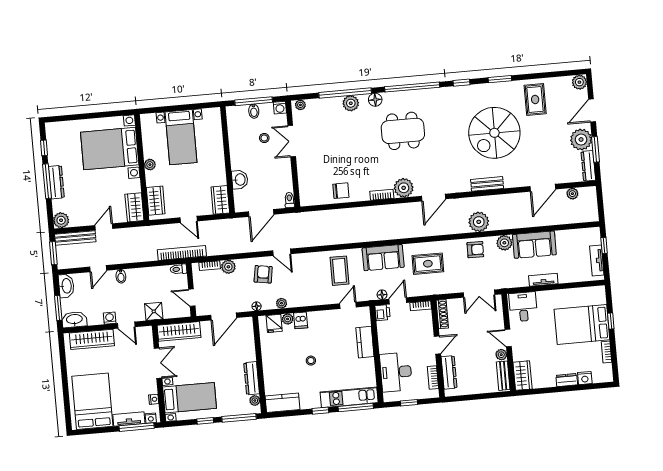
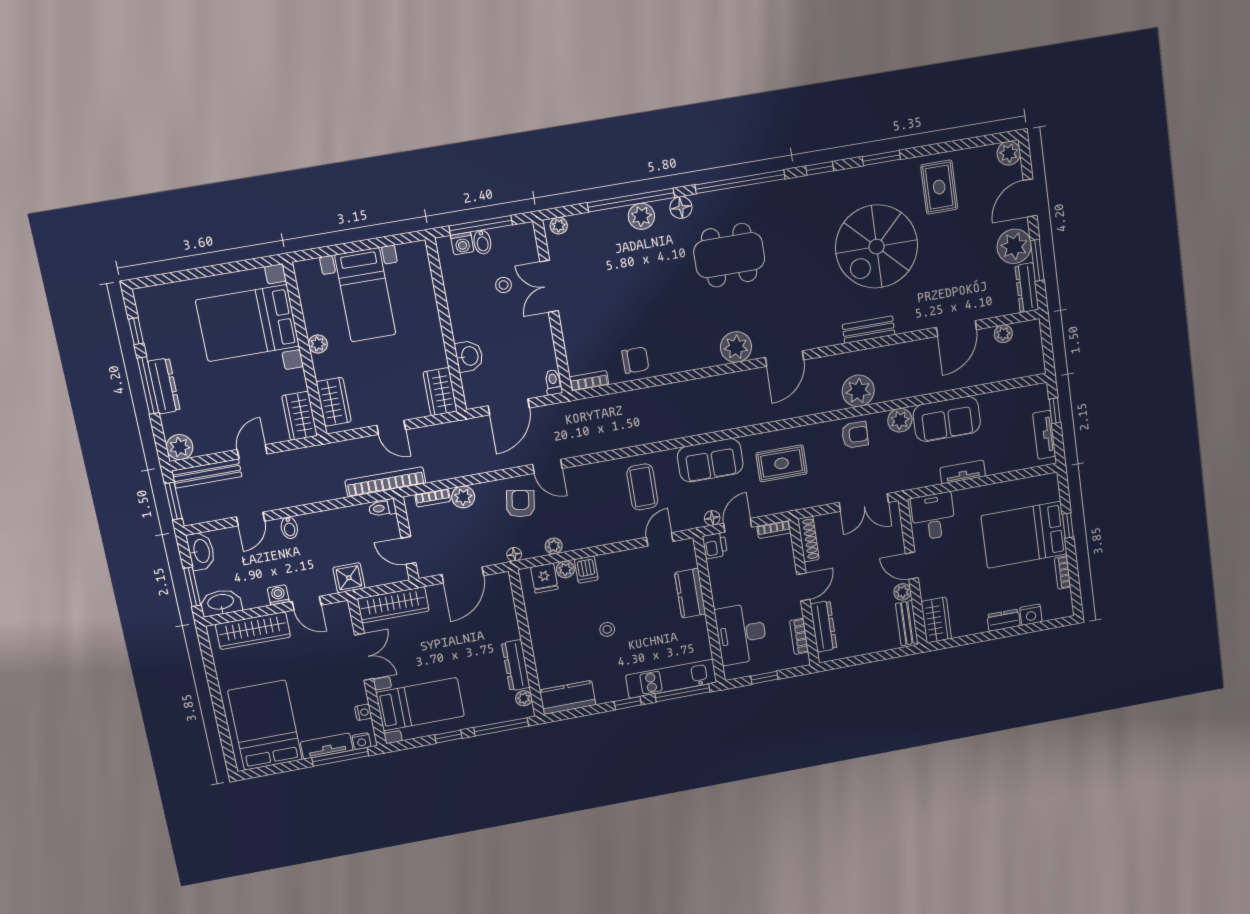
washing machine: (280, 108) -> (462, 243), moved
bookcase: (382, 195) -> (589, 381), moved

